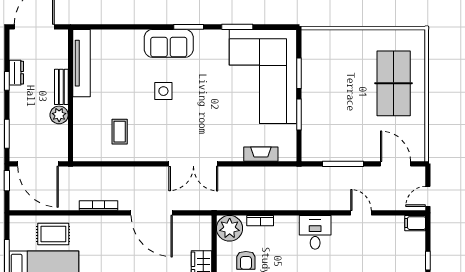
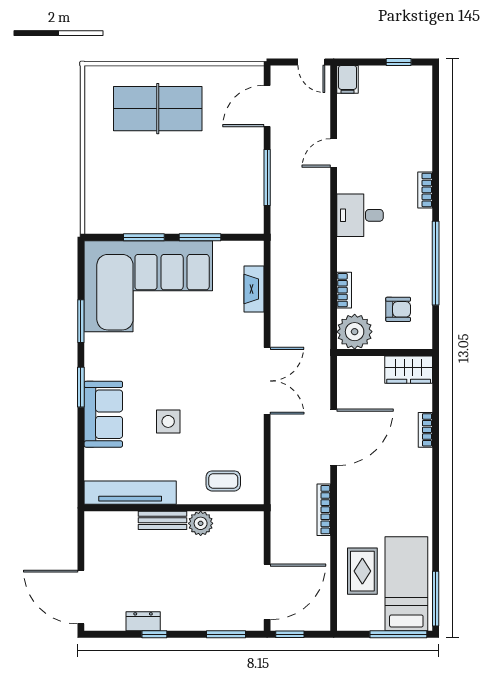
tv unit: (82, 63) -> (130, 493), moved
bench: (61, 87) -> (163, 520), moved
wall: (70, 95) -> (174, 508), moved
plant: (59, 115) -> (201, 523), moved

